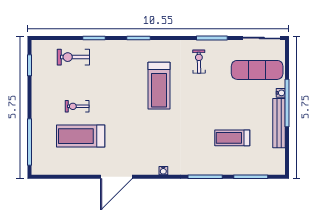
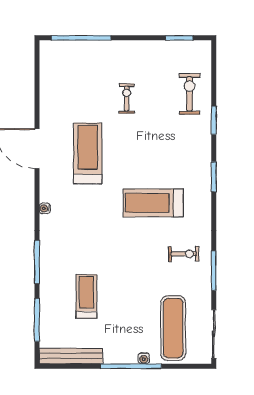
bench: (279, 123) -> (71, 356), moved
treadmill: (81, 136) -> (88, 153), moved

